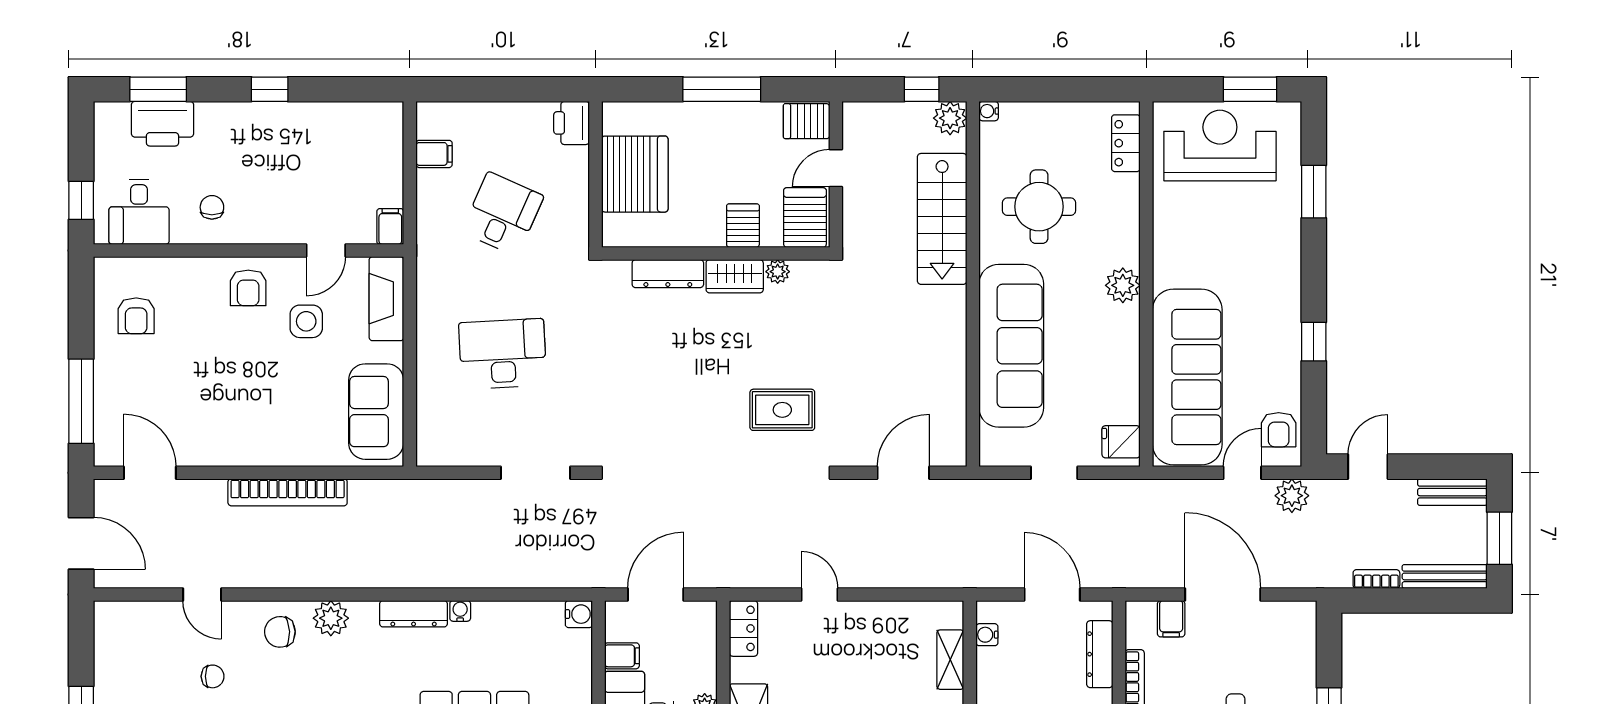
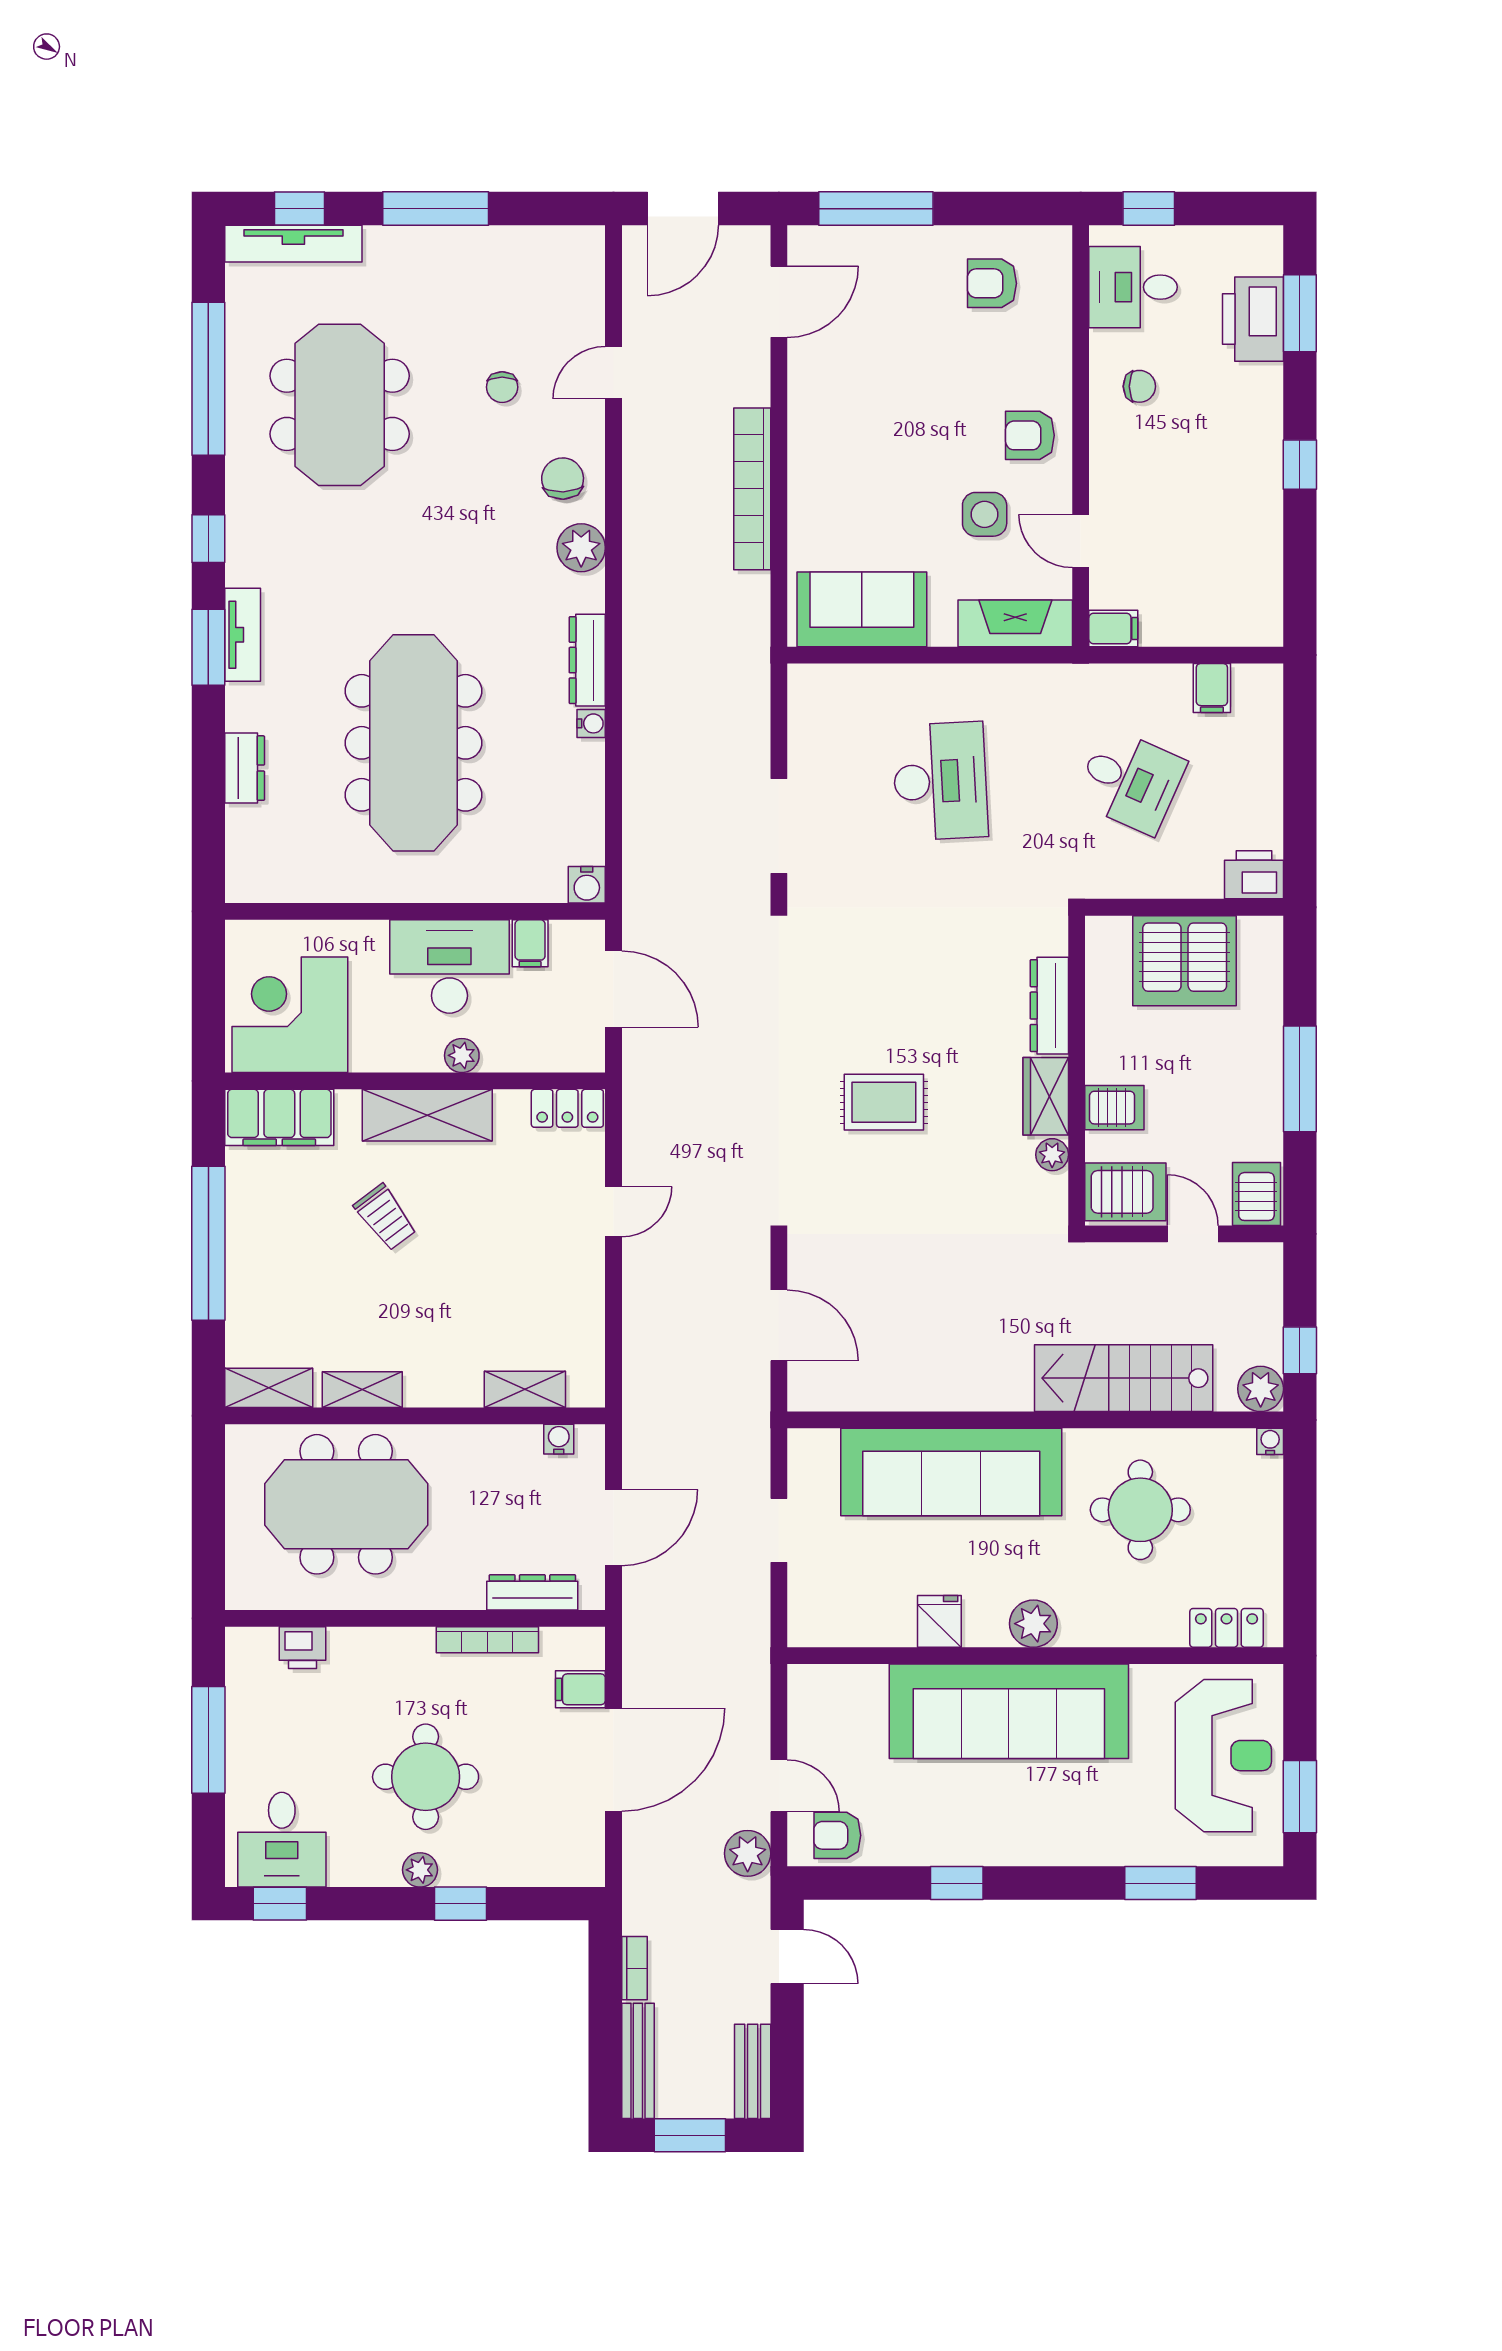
sofa: (1187, 377) -> (1009, 1711), moved
rug: (782, 410) -> (884, 1102), moved, turned 90
fridge: (1121, 442) -> (939, 1621), moved

